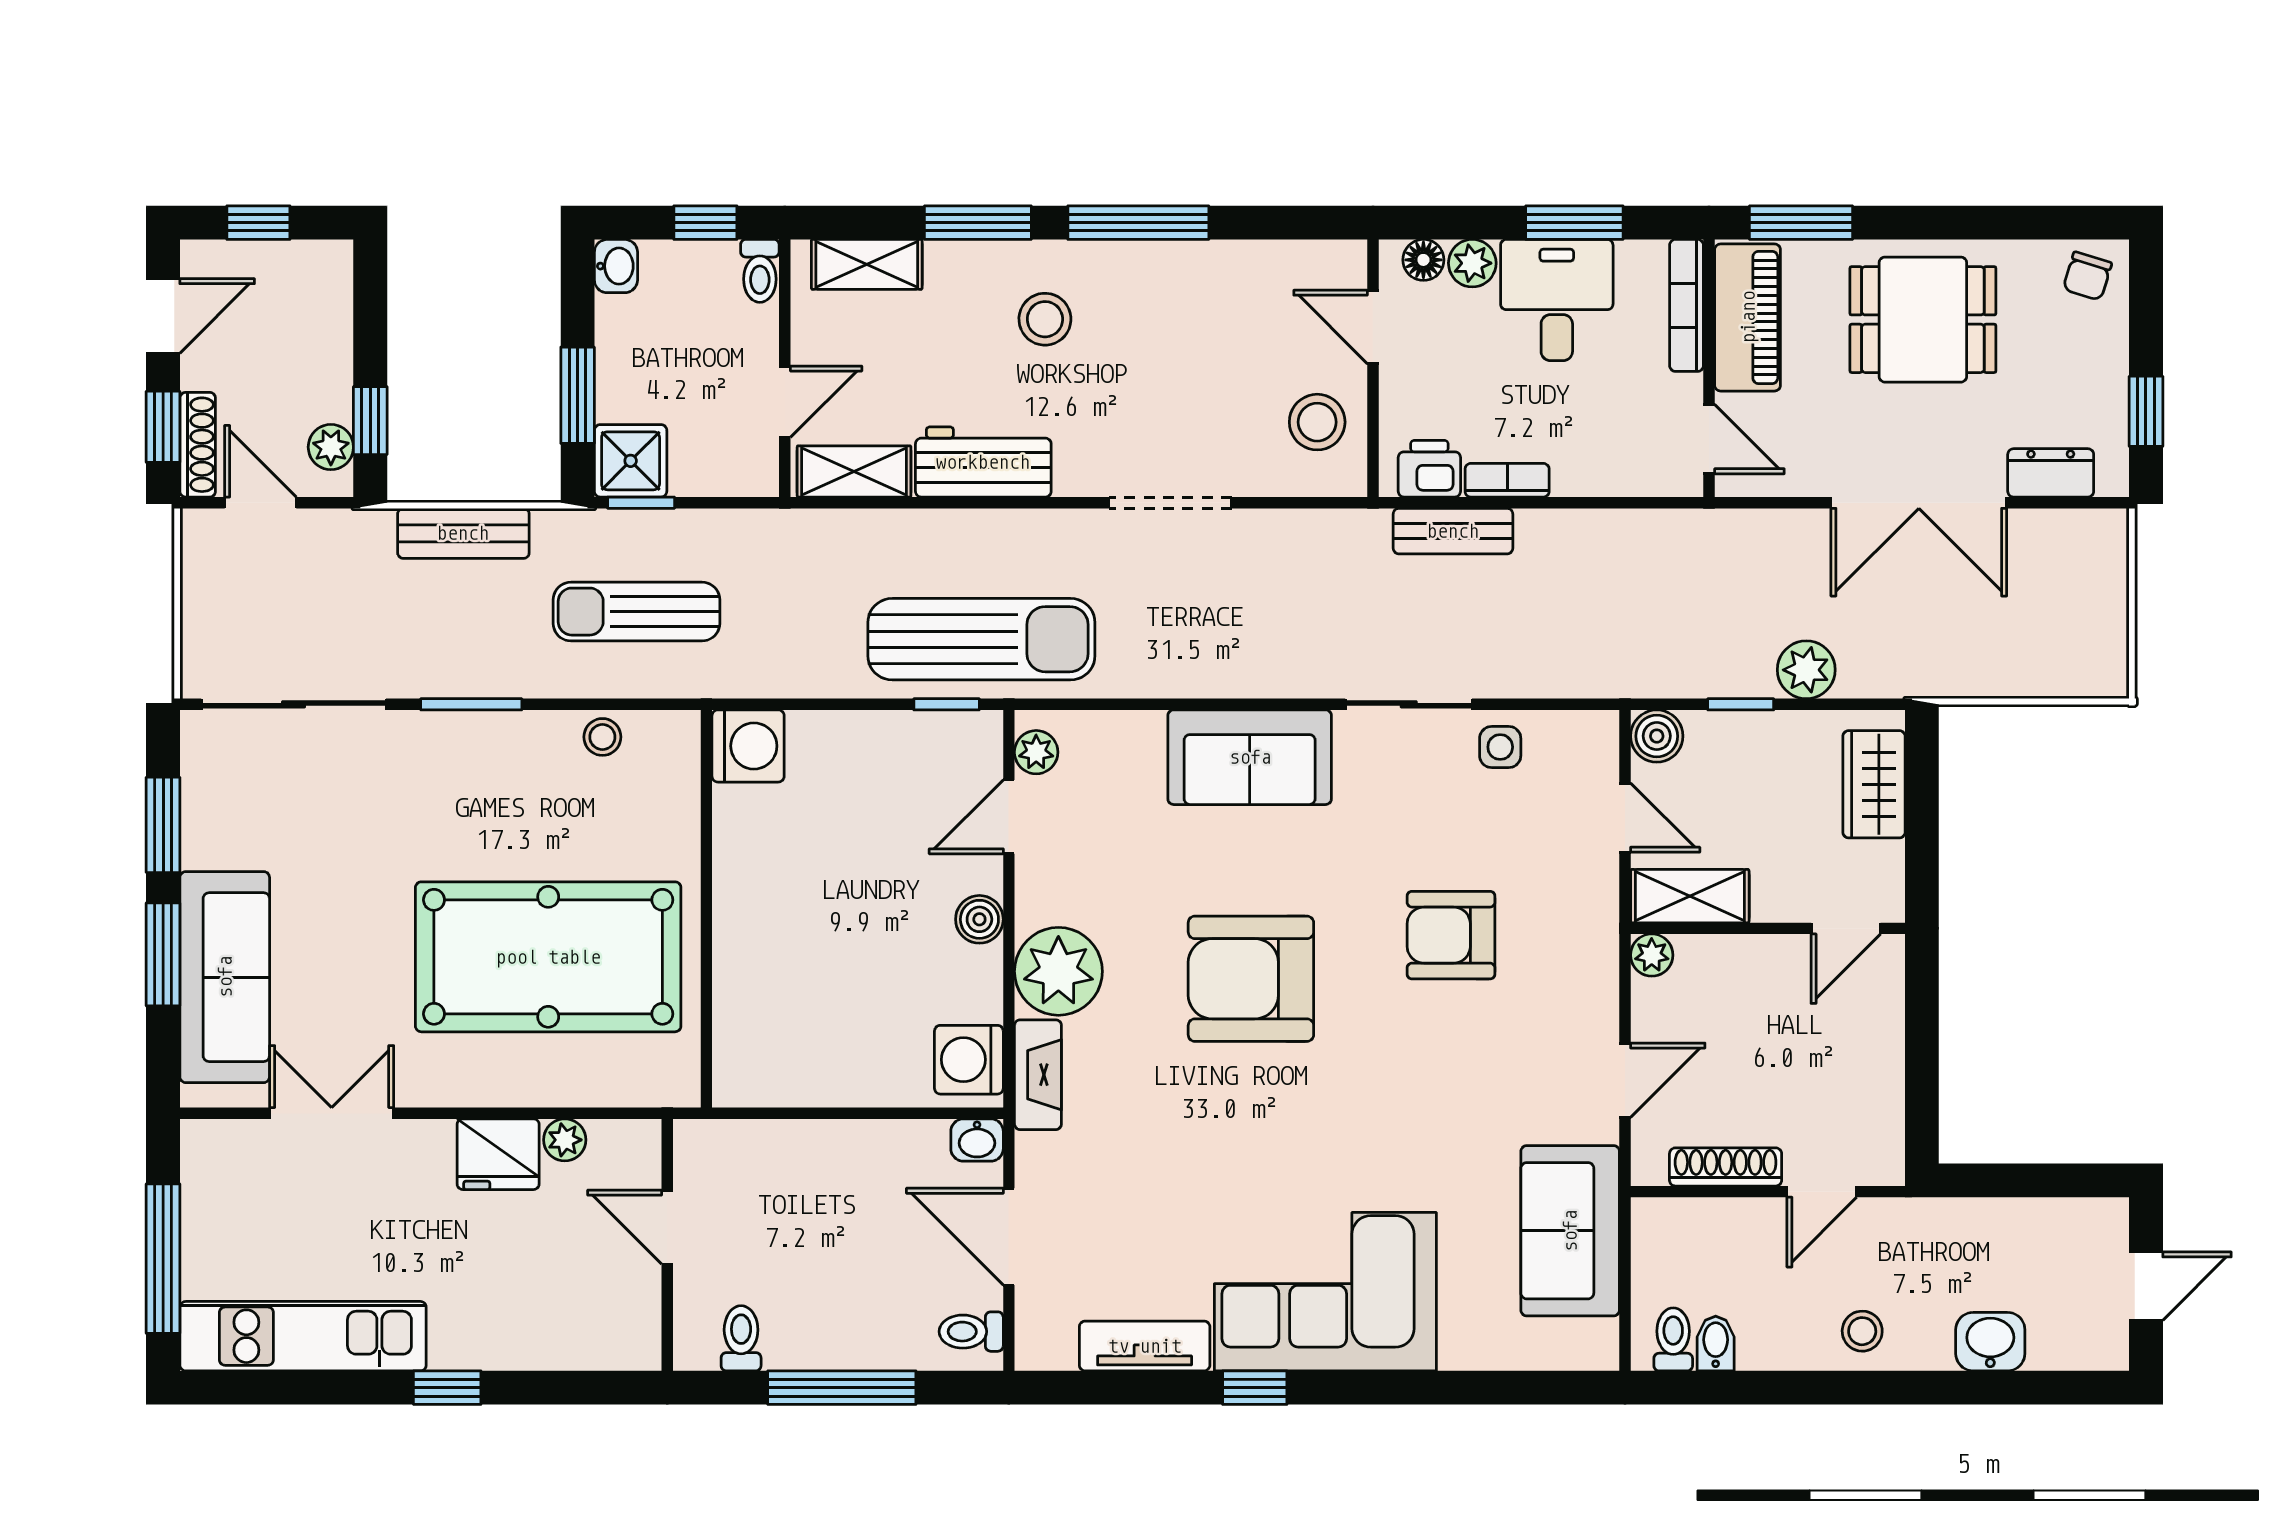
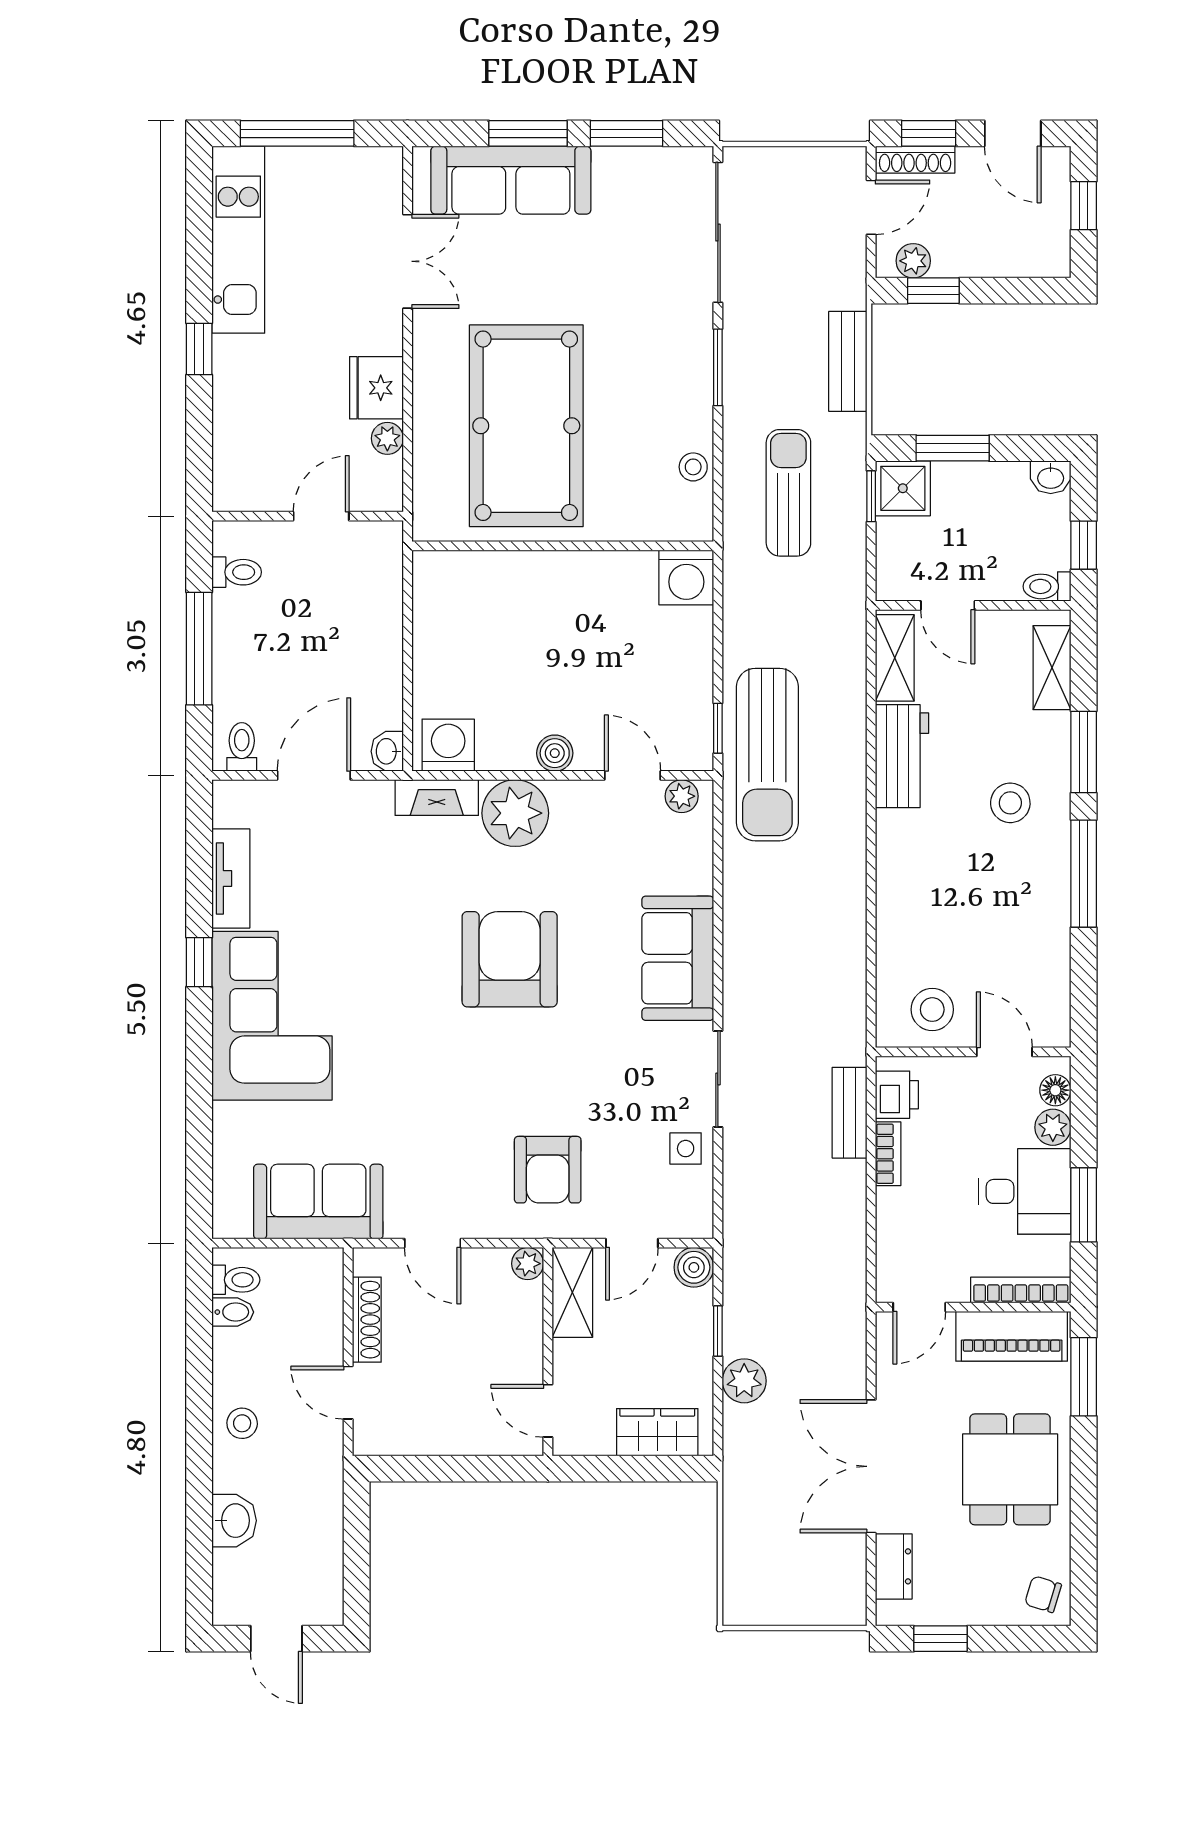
door: (1373, 327) -> (1004, 1052), hinge flipped
doorway: (1170, 503) -> (871, 898), removed
armchair: (1451, 935) -> (548, 1170), moved, turned 180

